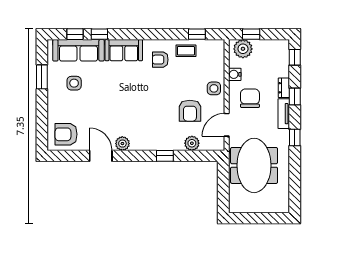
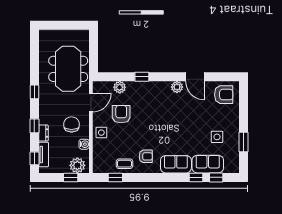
sofa: (78, 50) -> (208, 164), width x0.73
chair: (250, 98) -> (72, 124), turned 180
tv unit: (284, 114) -> (44, 154), moved

